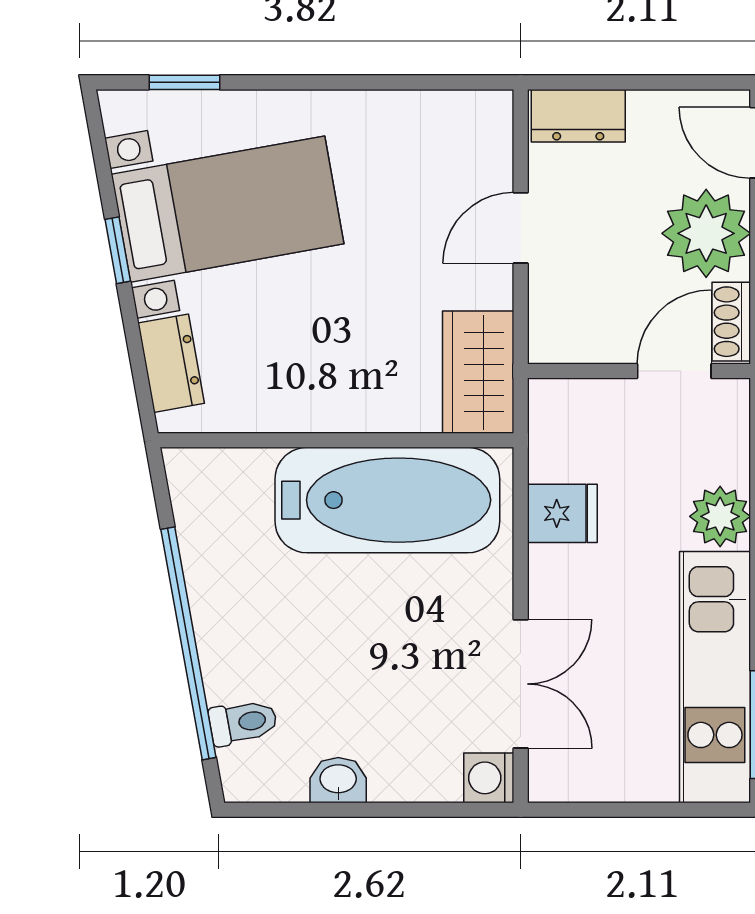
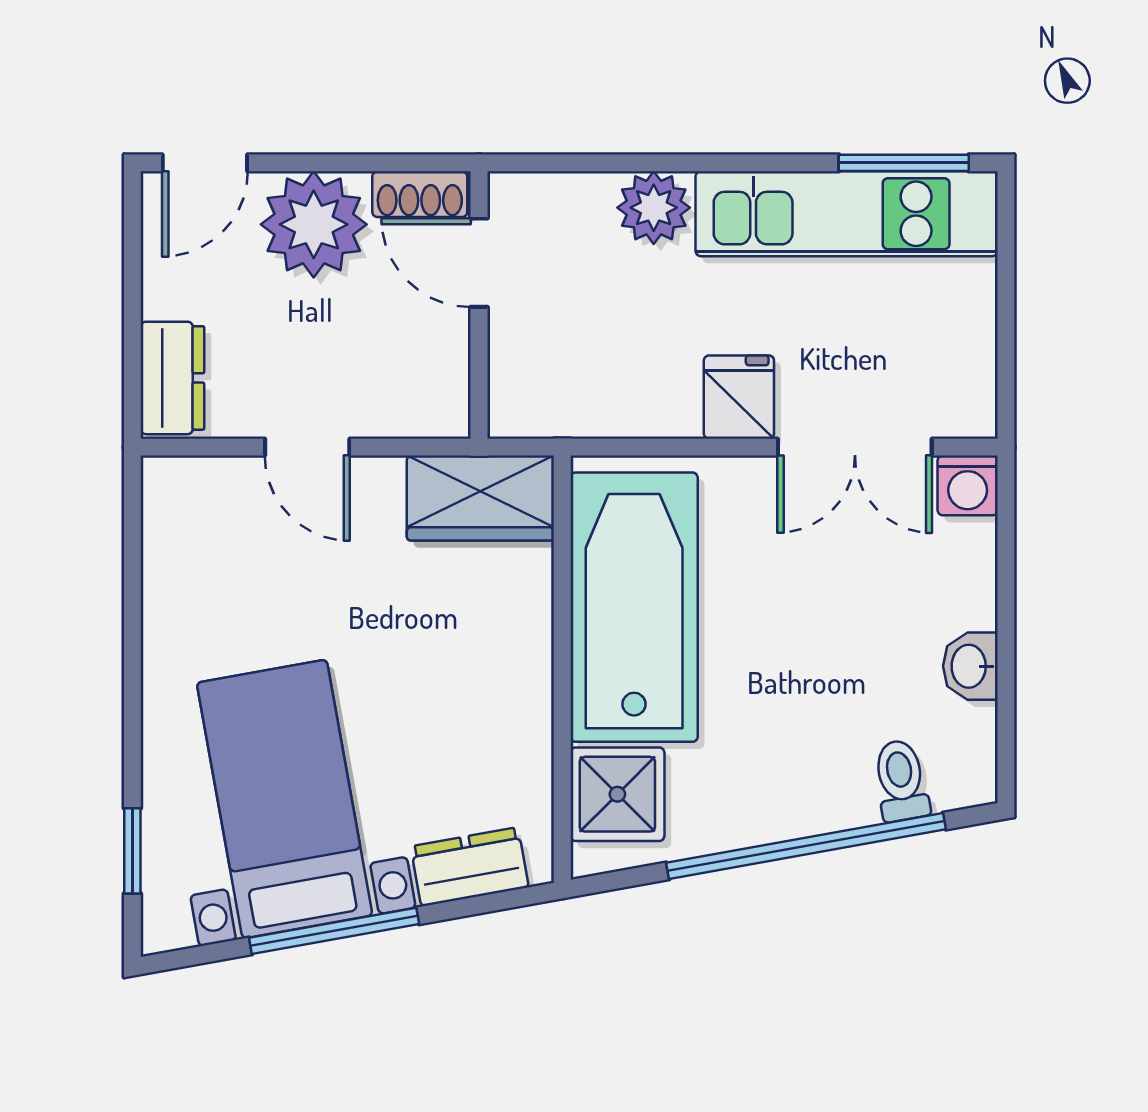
window: (118, 250) -> (334, 931), width x2.17
shower: (232, 486) -> (617, 794), added
fridge: (562, 513) -> (739, 397), moved
double door: (521, 684) -> (855, 447), swing flipped

